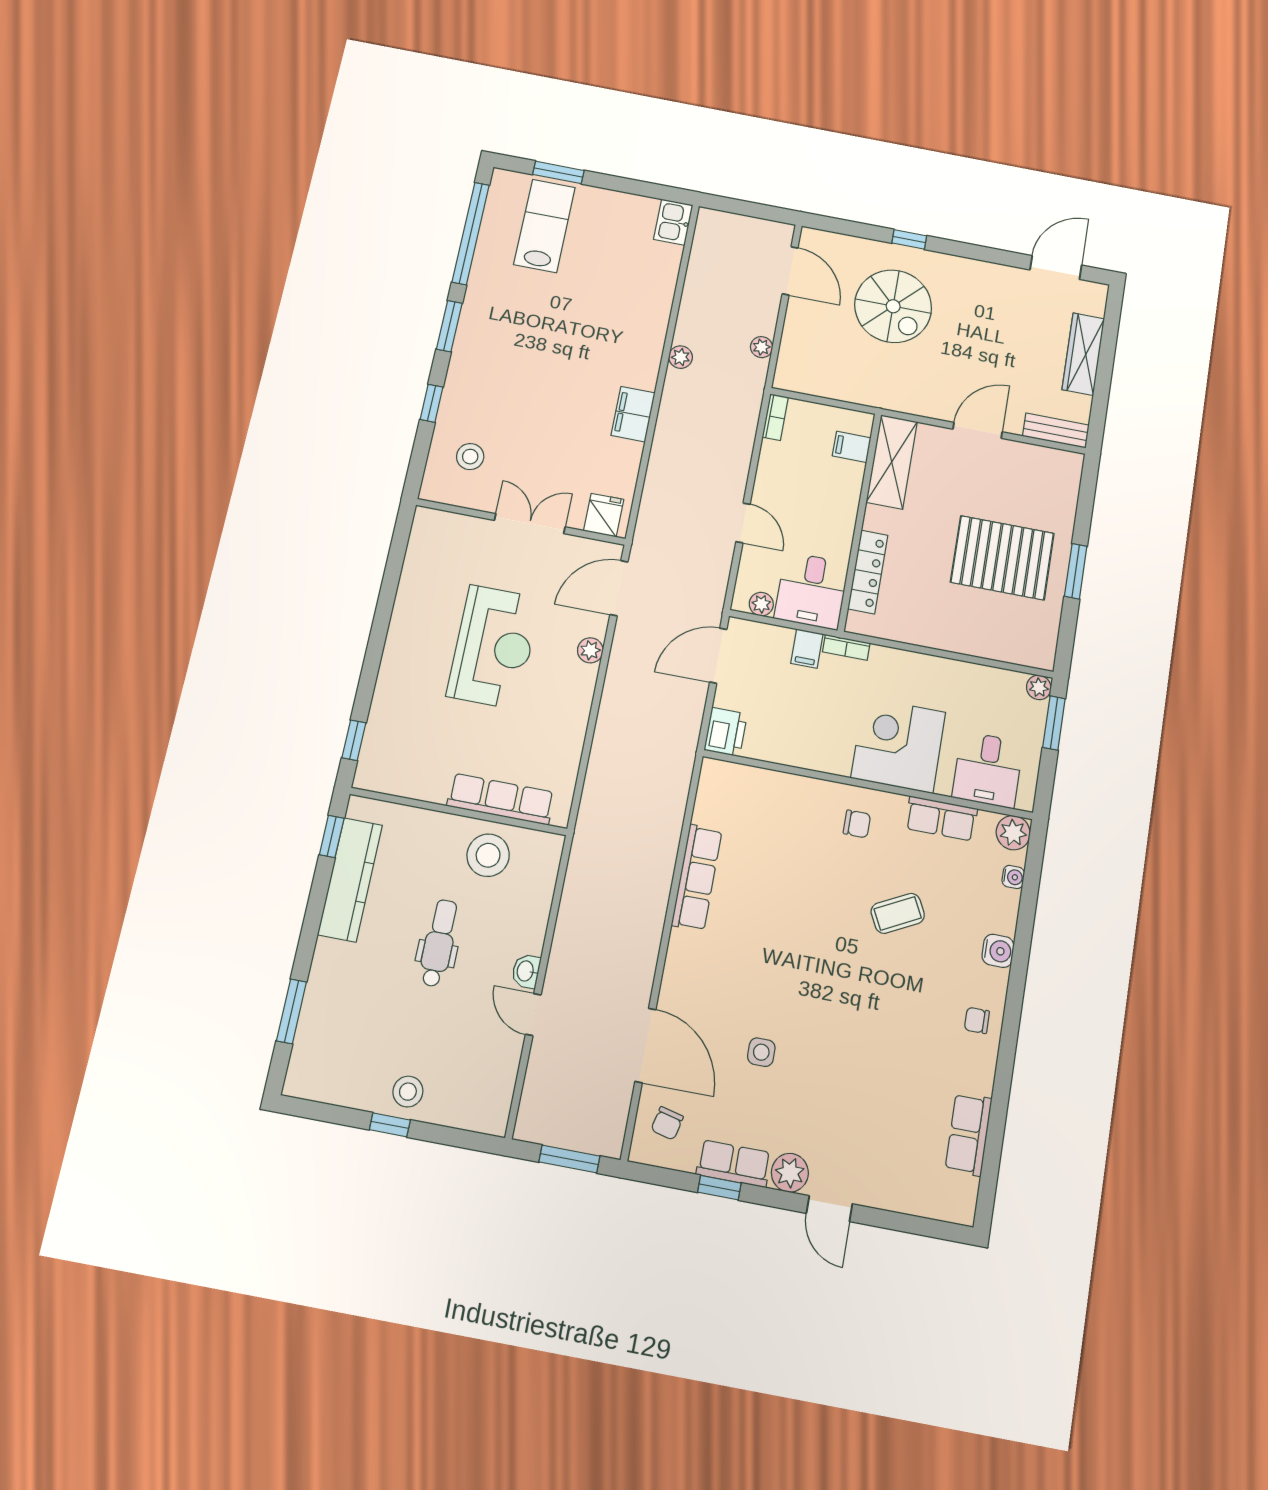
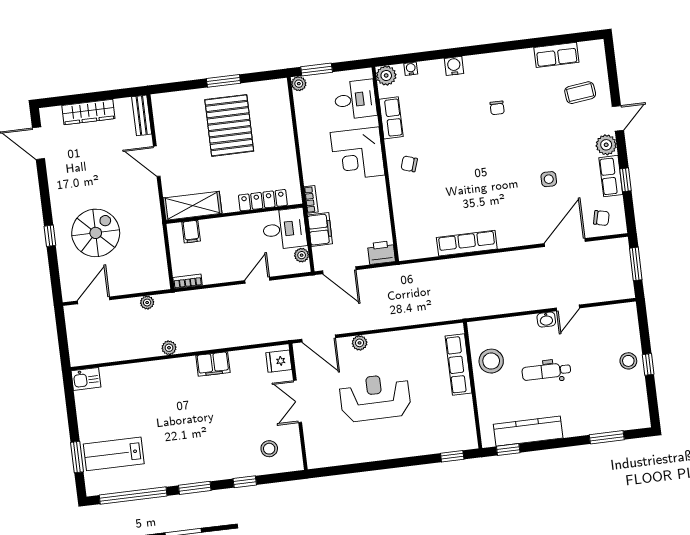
filing cabinet: (807, 649) -> (320, 229), width x2.00
chair: (857, 824) -> (409, 164), turned -72
coffee table: (898, 913) -> (580, 93), moved, turned -70
chair: (977, 1020) -> (497, 108), moved

